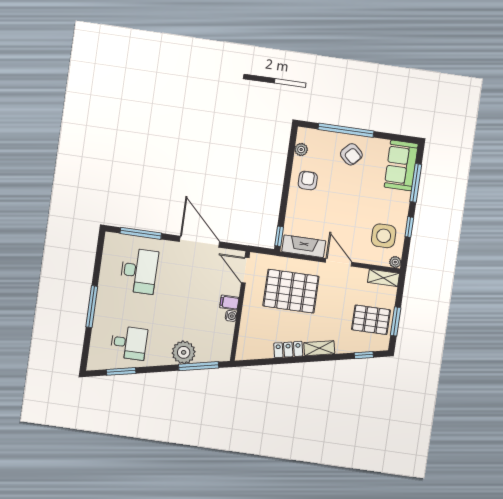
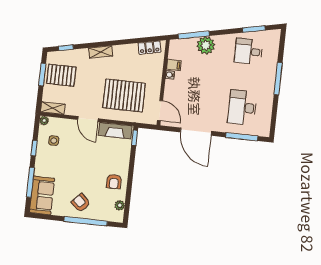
side table: (384, 236) -> (54, 141), width x0.54, depth x0.54
filing cabinet: (229, 303) -> (174, 65), moved
locker: (288, 350) -> (149, 48), moved

